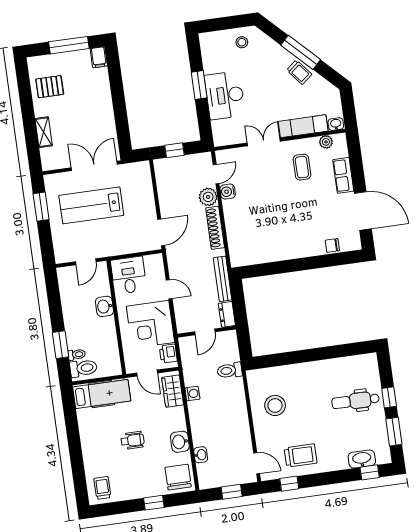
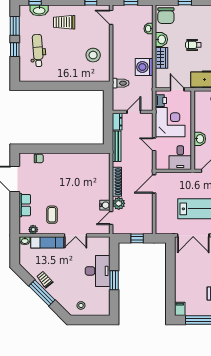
wardrobe: (173, 391) -> (161, 58), moved
washing machine: (192, 394) -> (144, 67), width x1.89, depth x1.89
dental chair: (356, 401) -> (38, 51), turned -95
trolley: (301, 455) -> (64, 22), moved

